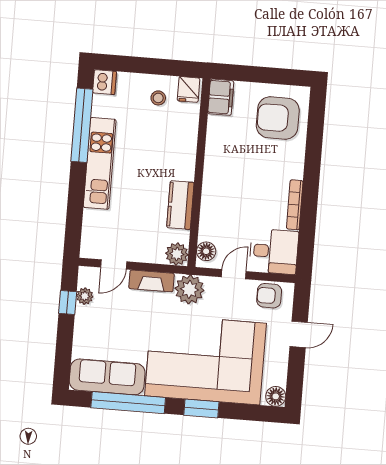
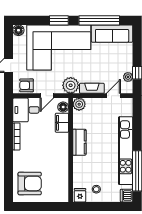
filing cabinet: (221, 97) -> (62, 123), moved
kitchen unit: (100, 163) -> (126, 151), width x1.36
kitchen counter: (180, 205) -> (79, 142), moved
armchair: (269, 296) -> (27, 85), turned 180

